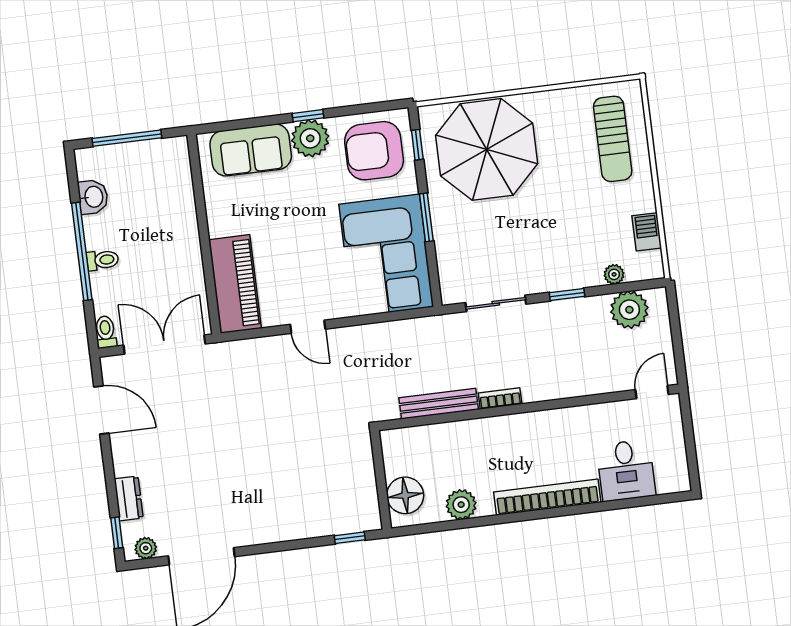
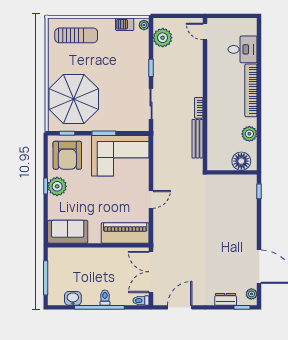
sofa: (251, 150) -> (68, 232), moved, turned -90
plant: (614, 274) -> (144, 25), moved

